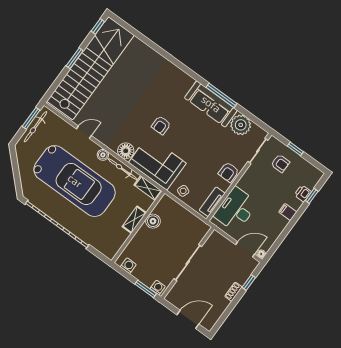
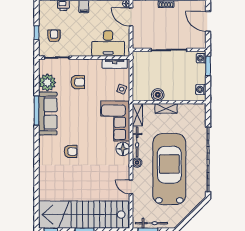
armchair: (161, 125) -> (71, 151), moved
armchair: (229, 172) -> (78, 82), moved

